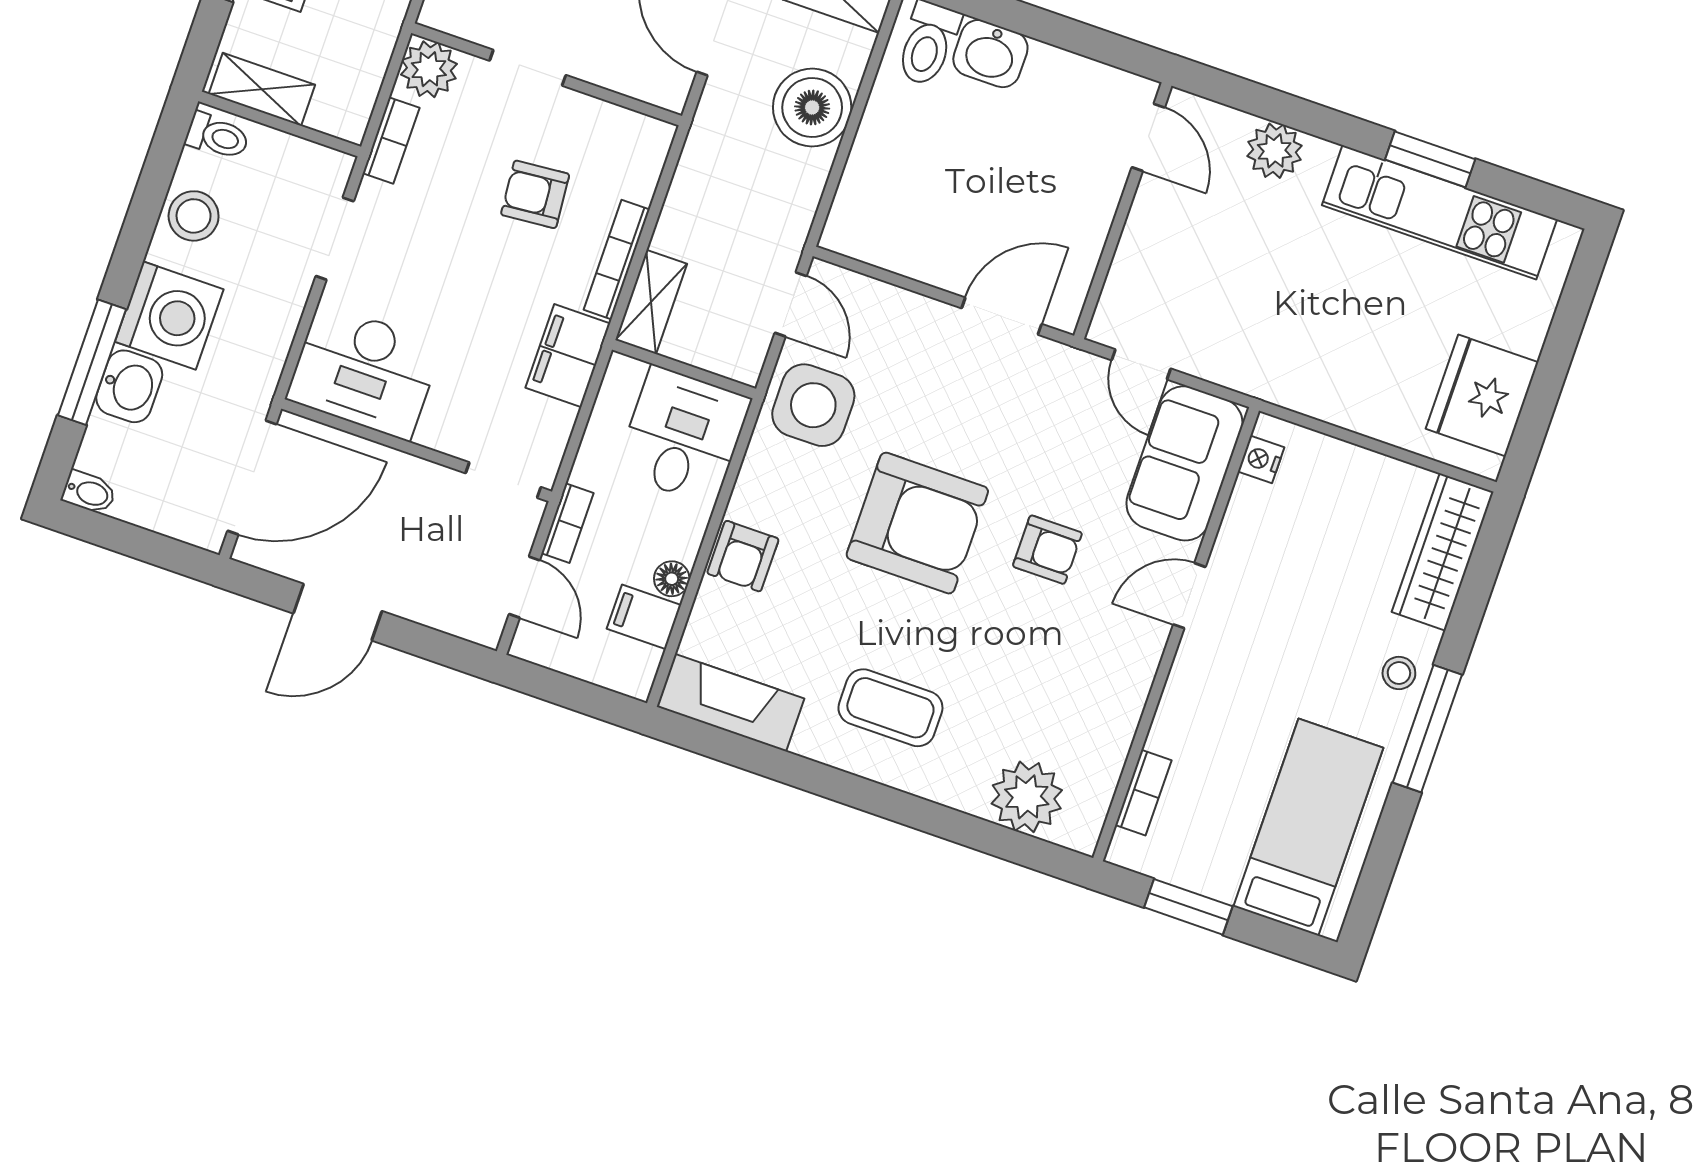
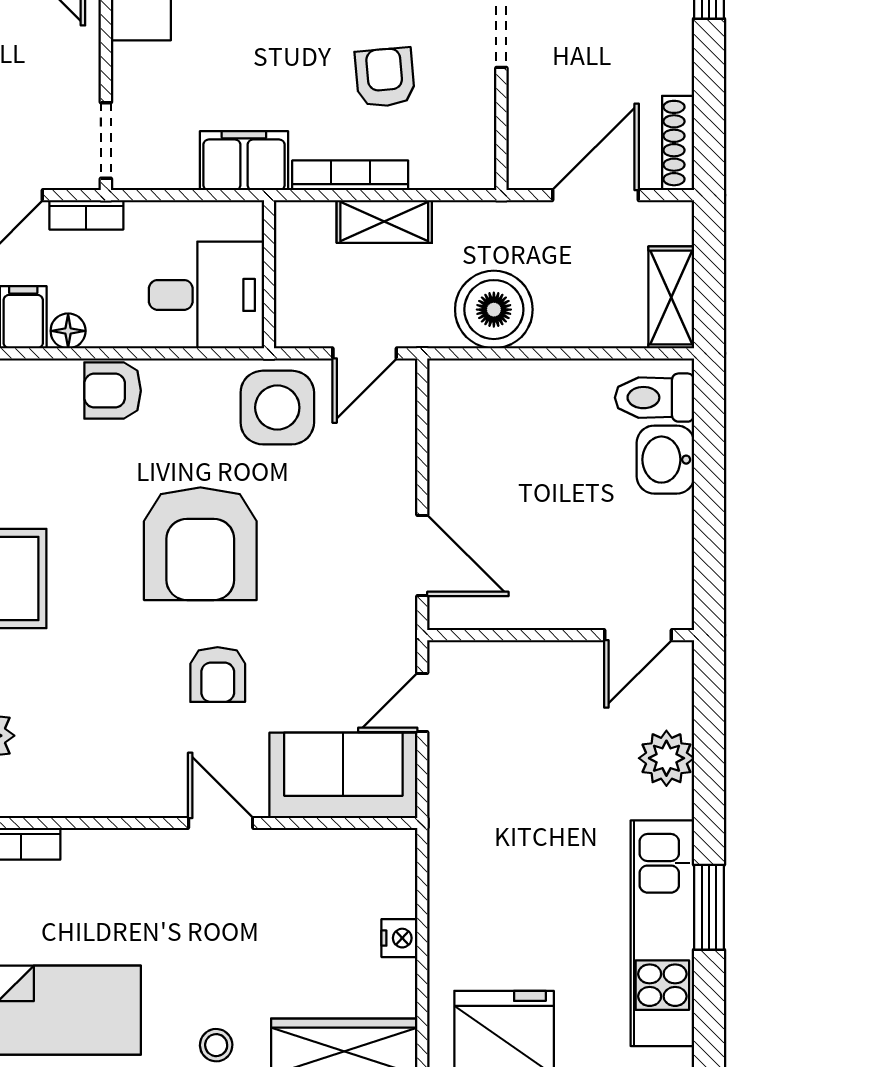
boiler: (812, 107) -> (494, 310), moved
shelving: (651, 302) -> (384, 222), moved
nightstand: (1261, 459) -> (399, 938), moved, turned 90

